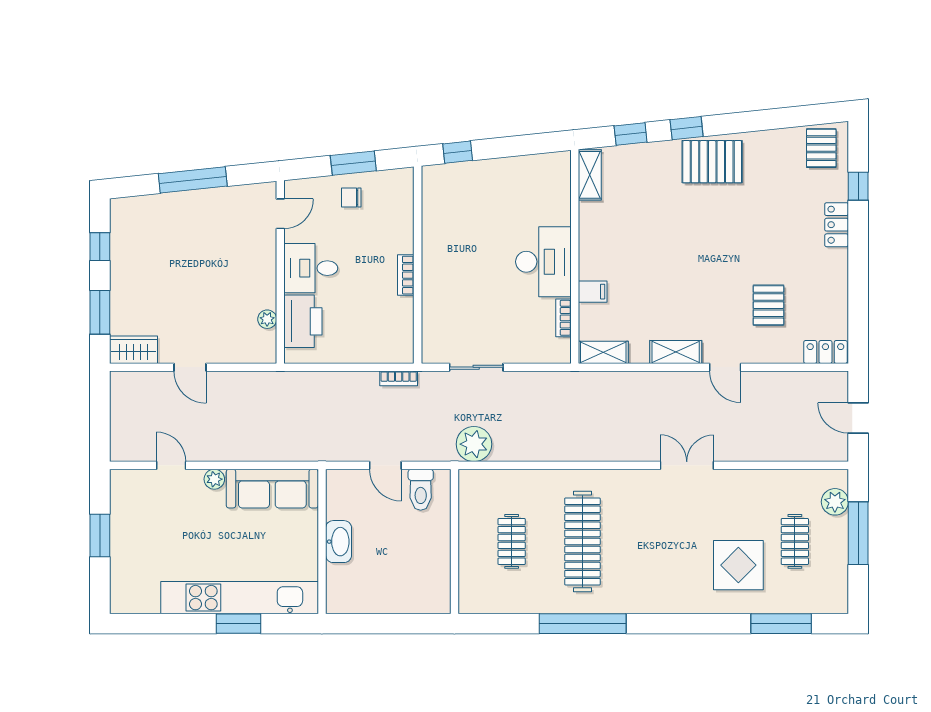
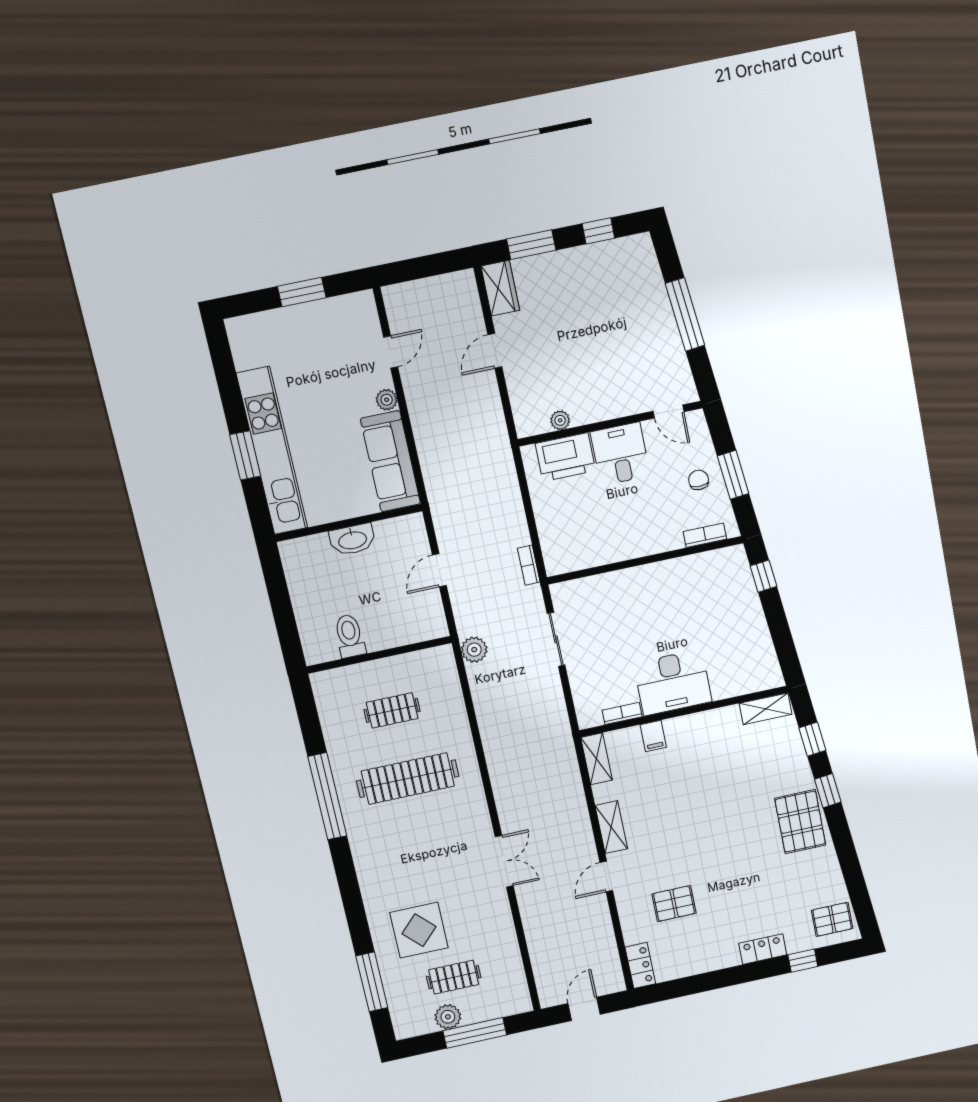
bookcase: (406, 275) -> (705, 535), moved
plant: (474, 444) -> (474, 650), width x0.73, depth x0.73
toilet: (421, 490) -> (350, 636), moved, turned 90
plant: (835, 502) -> (448, 1017), moved

